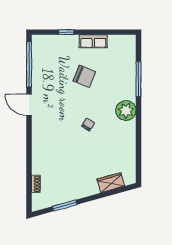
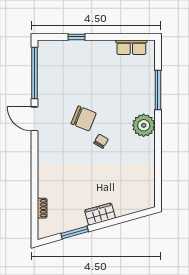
row of seats: (93, 41) -> (131, 47), moved
chair: (84, 76) -> (84, 118), moved
wardrobe: (111, 183) -> (100, 214), moved

